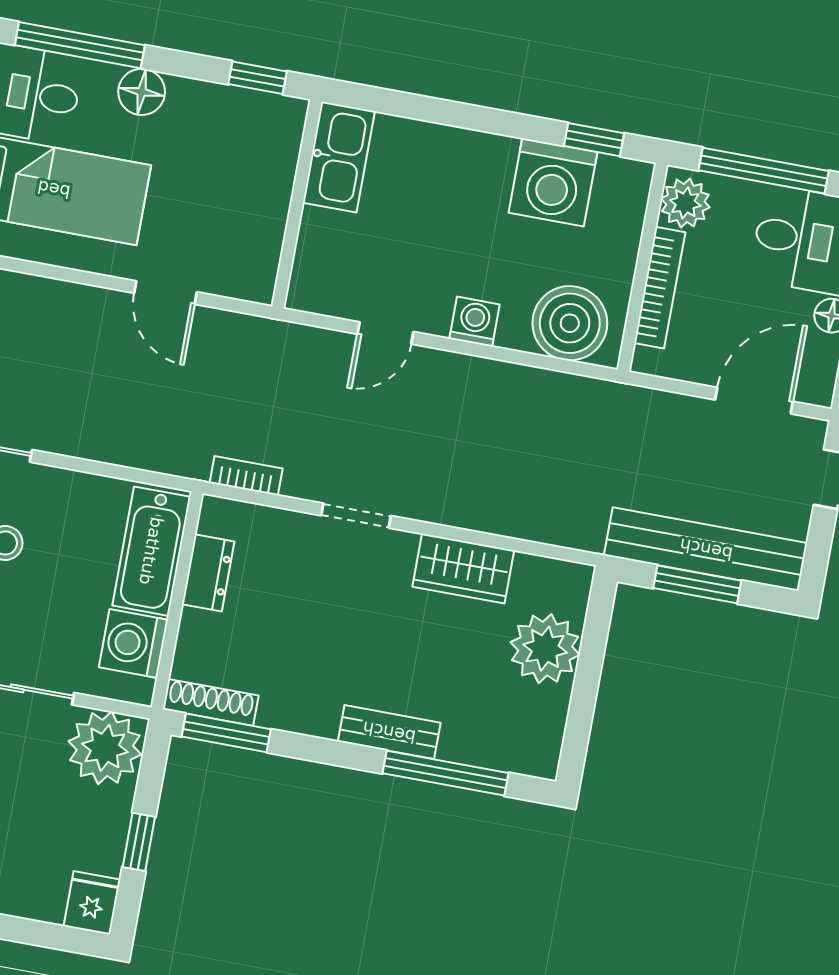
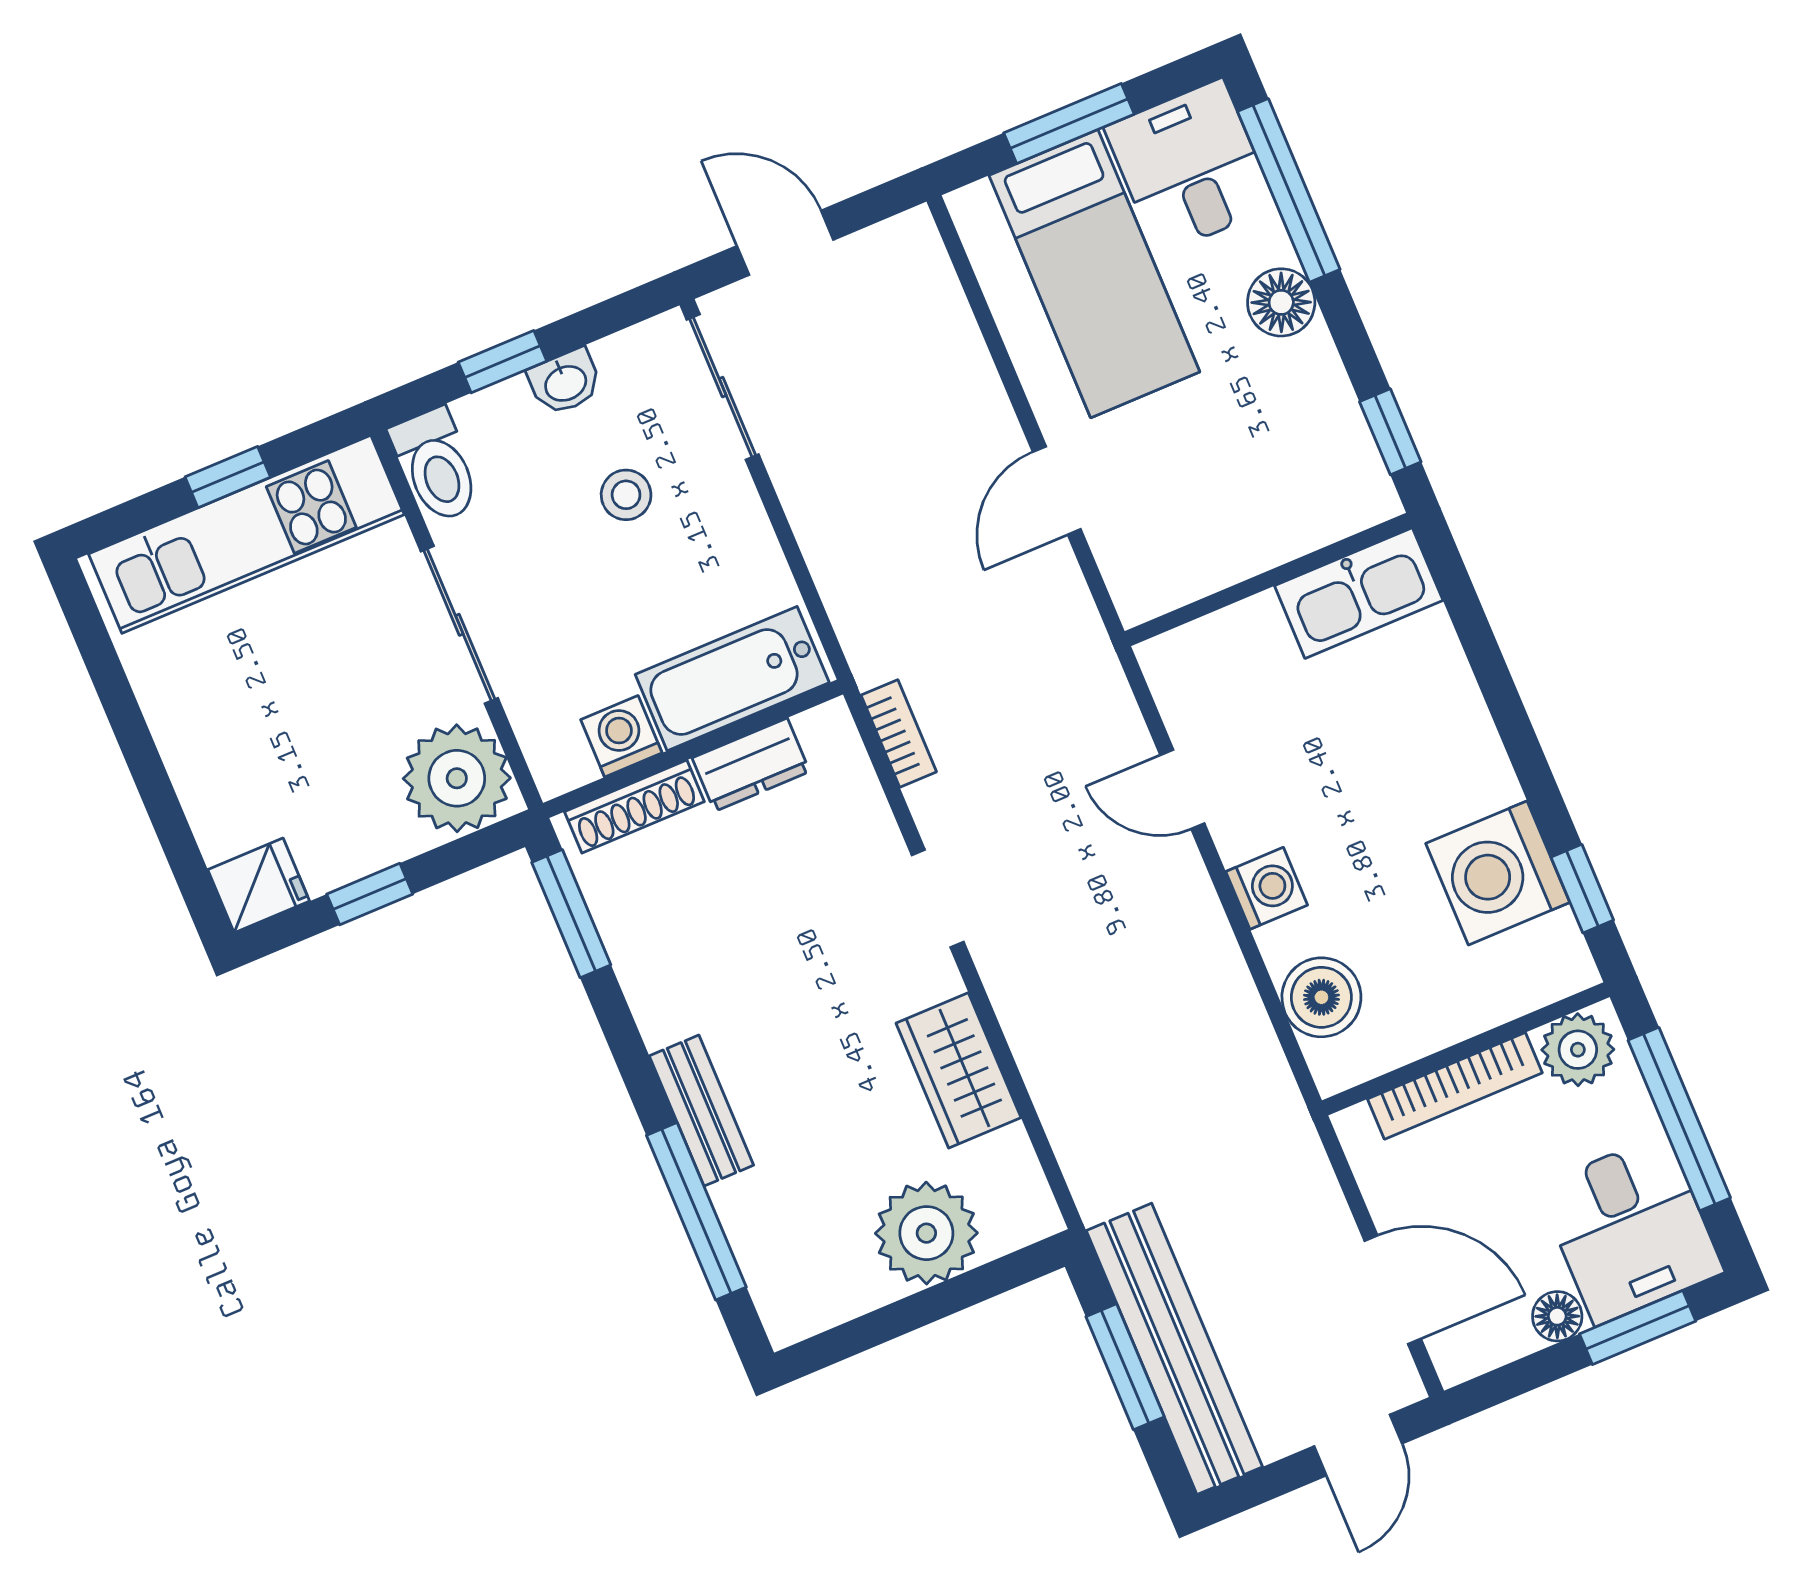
boiler: (570, 323) -> (1321, 997), width x0.73, depth x0.73
washing machine: (133, 643) -> (621, 736), width x0.73, depth x0.73
shoe rack: (211, 702) -> (634, 807), moved, turned 90

